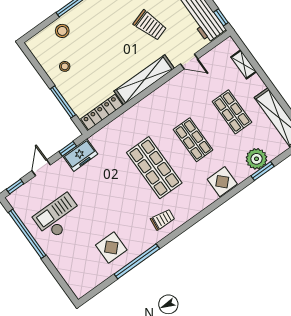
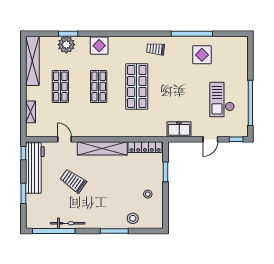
trolley: (150, 25) -> (73, 181), turned -37
window: (63, 102) -> (165, 172), width x0.69
window: (68, 149) -> (184, 139), removed
checkout: (58, 217) -> (222, 100), turned 90

